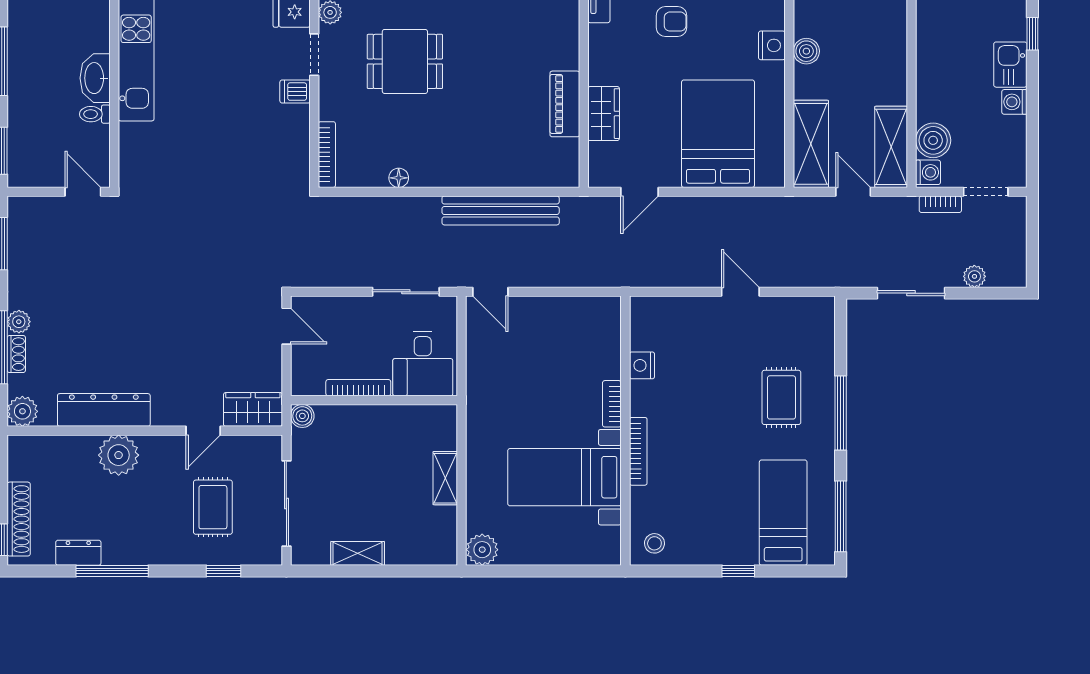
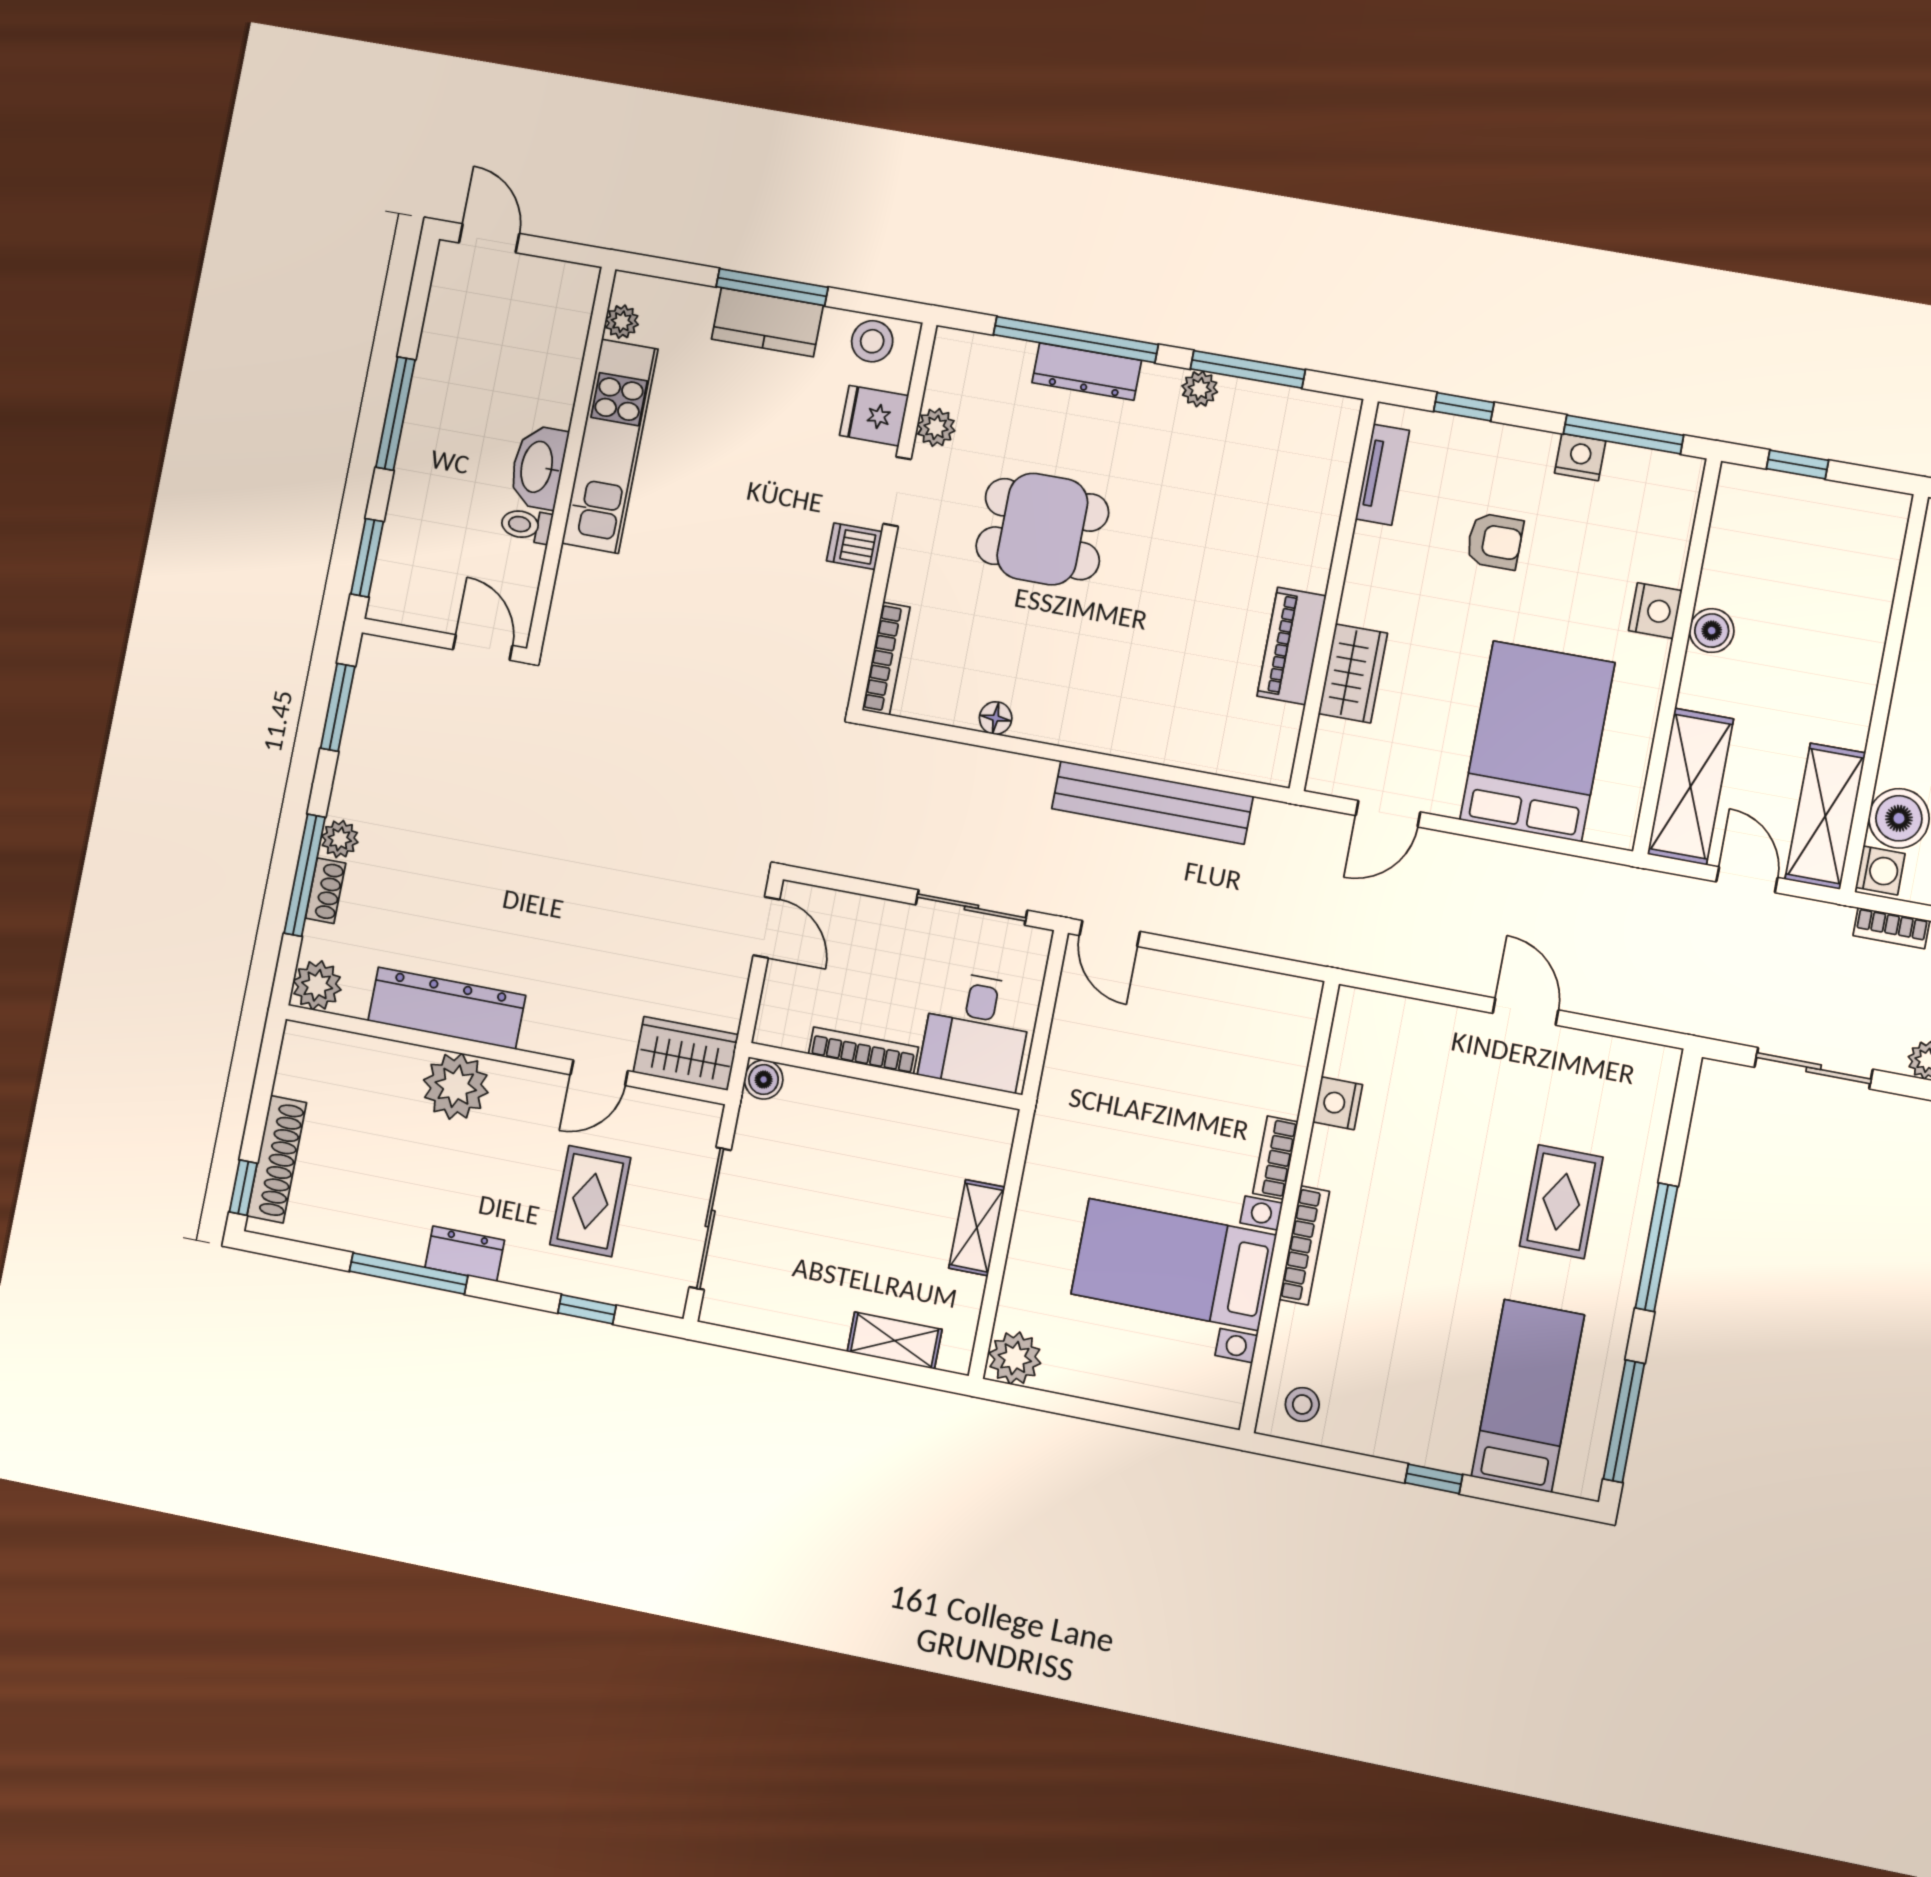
dresser: (78, 553) -> (465, 1254), moved
shelving: (358, 553) -> (895, 1341), moved

